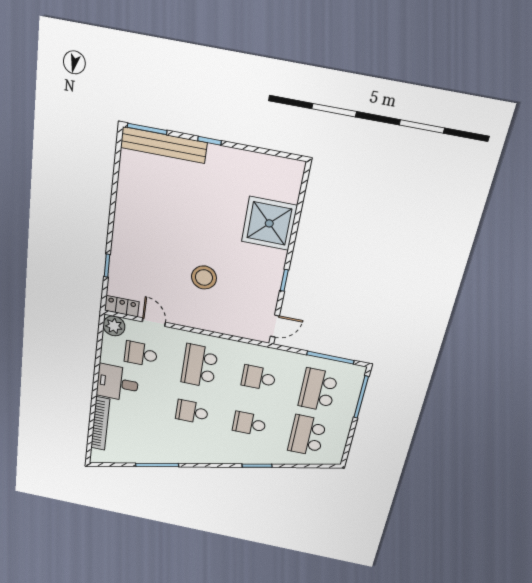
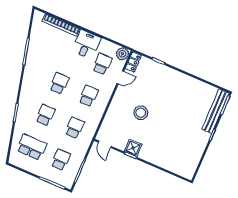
shower: (269, 223) -> (133, 148), moved, width x0.54, depth x0.54
school desk: (199, 366) -> (88, 96), width x0.54
school desk: (318, 390) -> (61, 160), width x0.54

